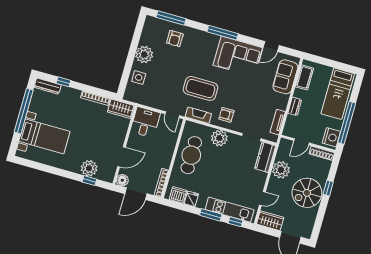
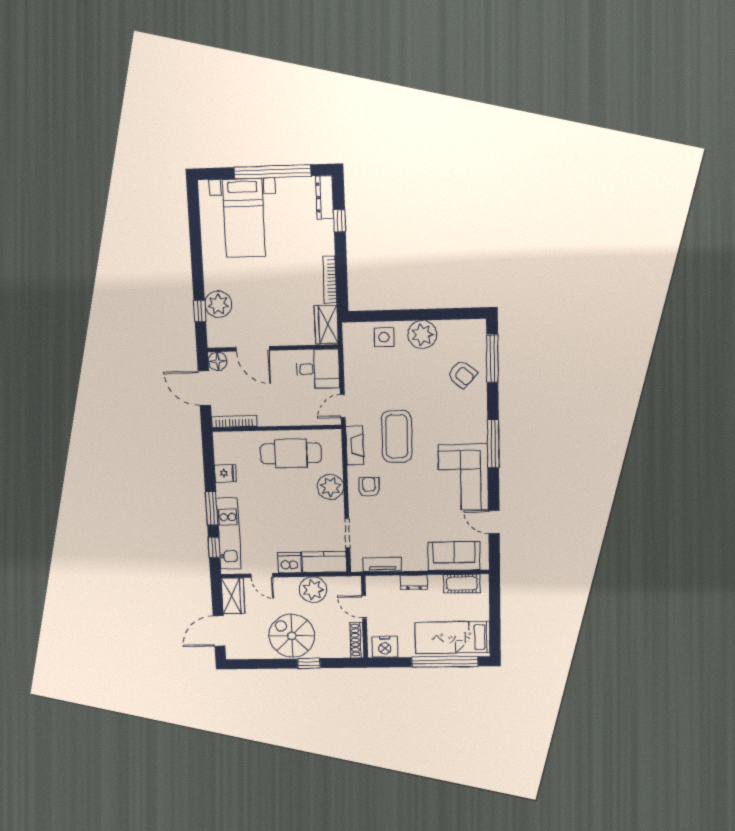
armchair: (175, 39) -> (462, 374), turned -140
window: (347, 123) -> (445, 662), moved
dishwasher: (178, 195) -> (289, 563), moved, turned -90

